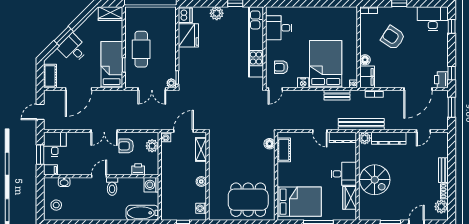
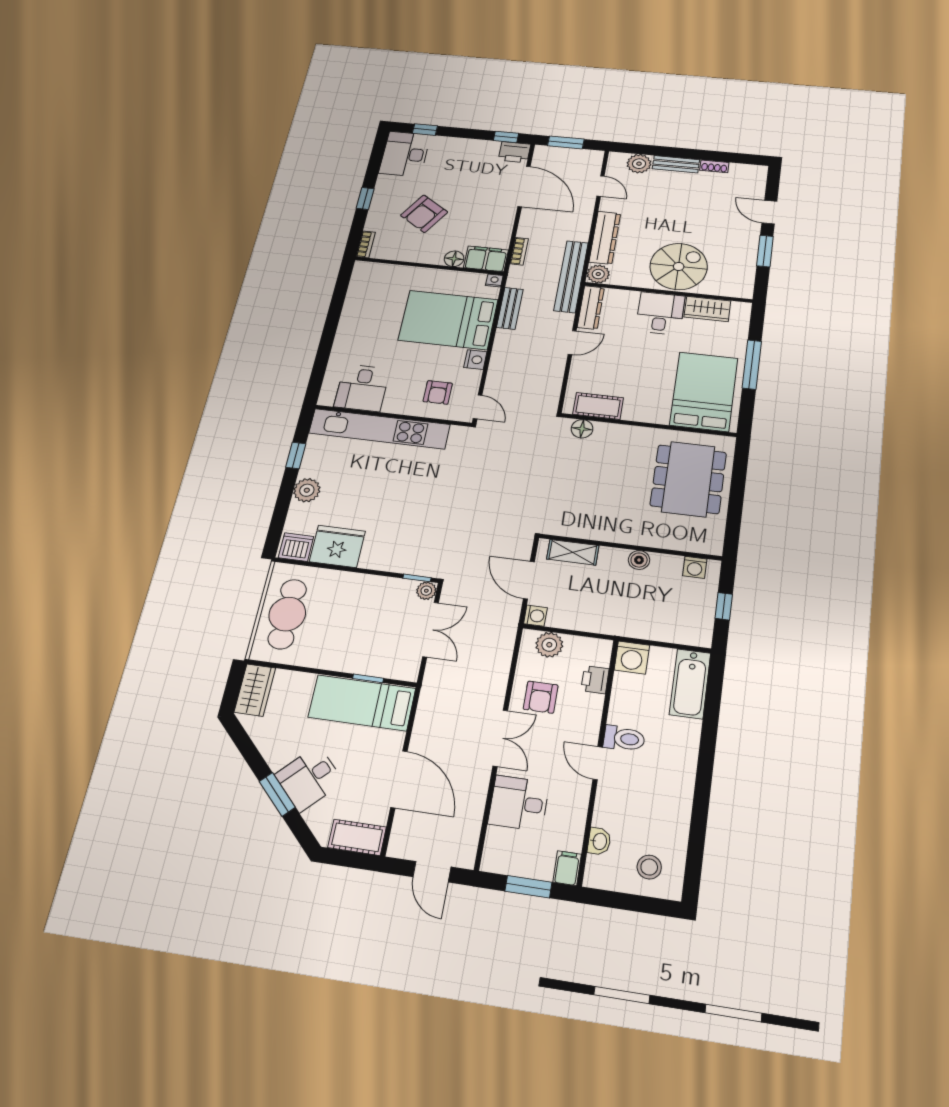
cafe table: (141, 49) -> (287, 614), moved, turned 90
desk: (55, 144) -> (519, 803), moved
plant: (441, 207) -> (639, 164), moved

